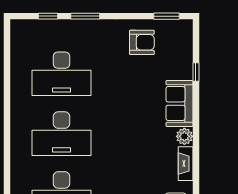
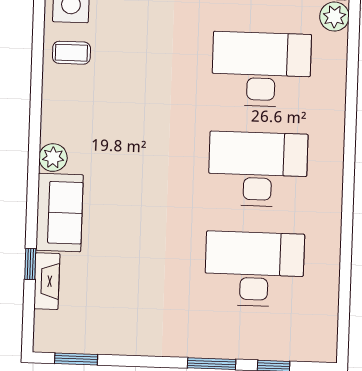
armchair: (142, 42) -> (119, 317), removed
fireplace: (186, 164) -> (47, 281), moved

